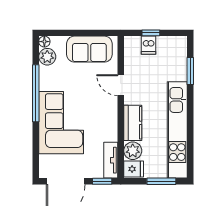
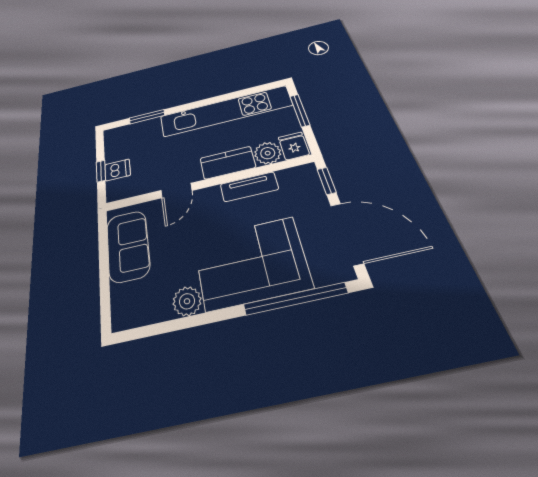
floor lamp: (44, 42) -> (120, 321), removed
plant: (47, 57) -> (187, 301), moved
window: (36, 93) -> (295, 299), moved
tv unit: (111, 160) -> (249, 187), moved

